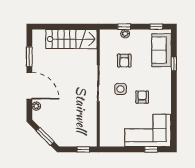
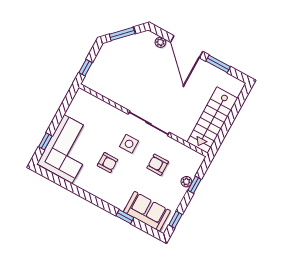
door: (29, 86) -> (187, 47), hinge flipped

